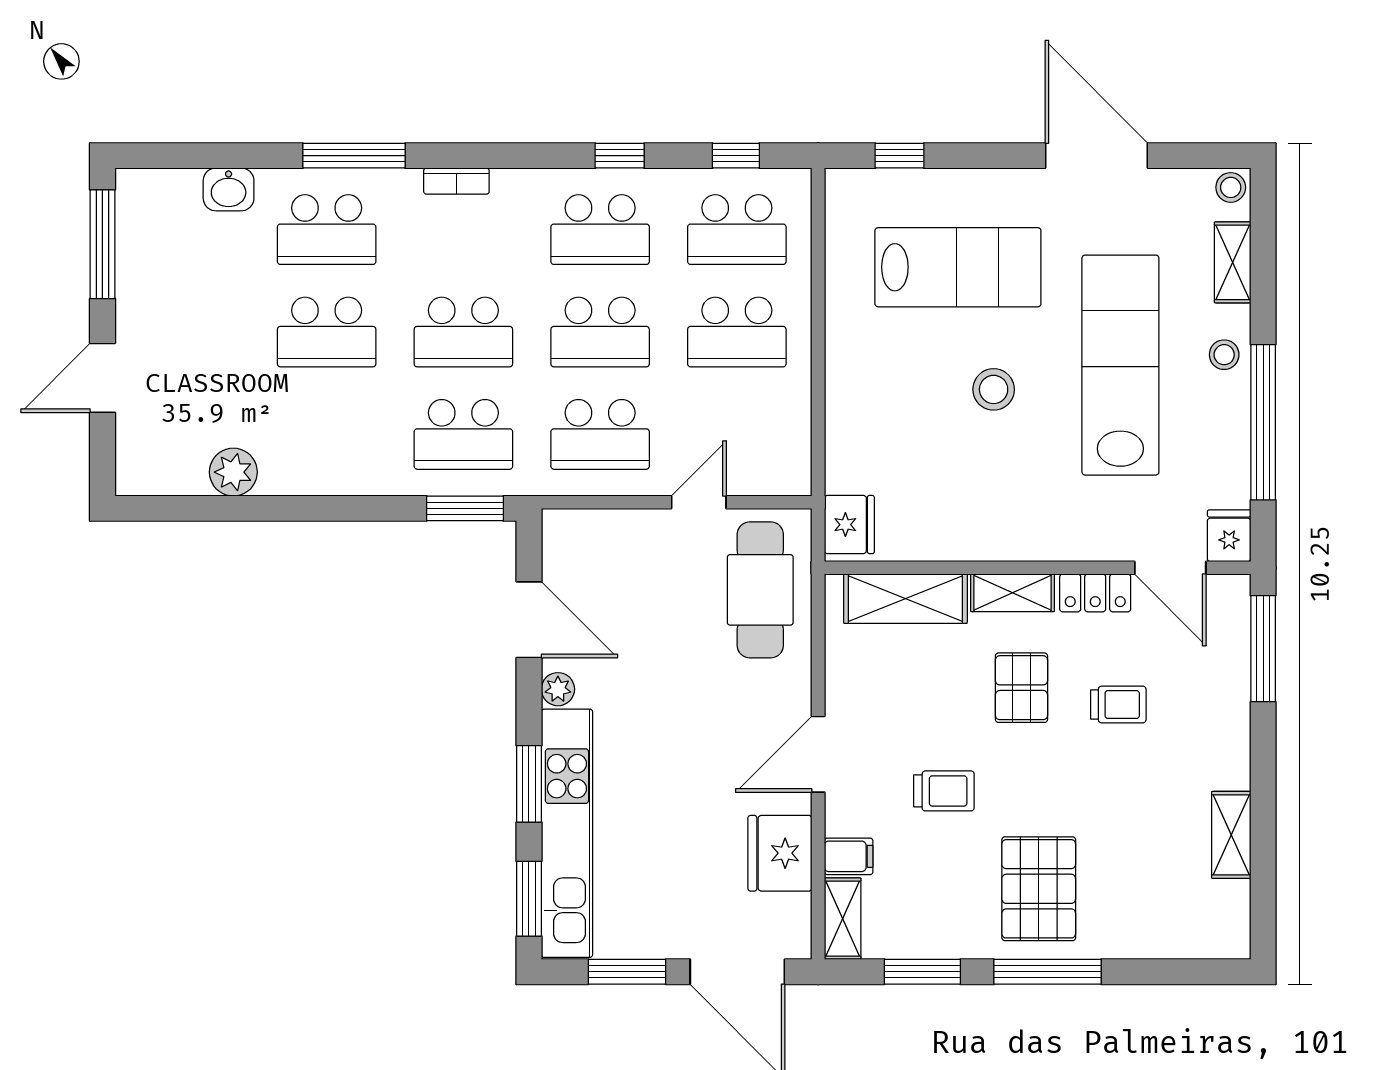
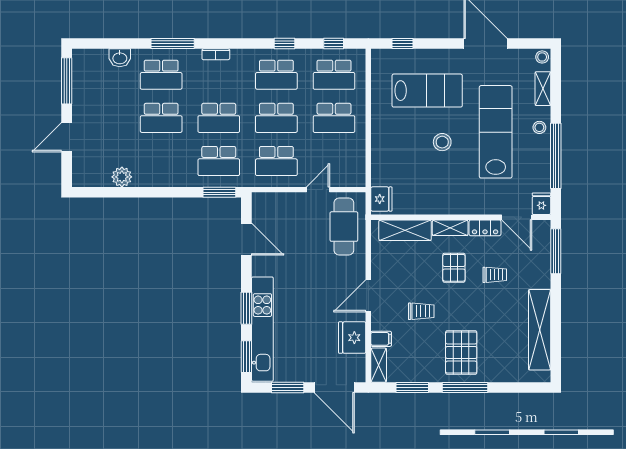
plant: (558, 689) -> (259, 268), removed
shelving: (1231, 835) -> (540, 330), width x2.20, depth x1.33

